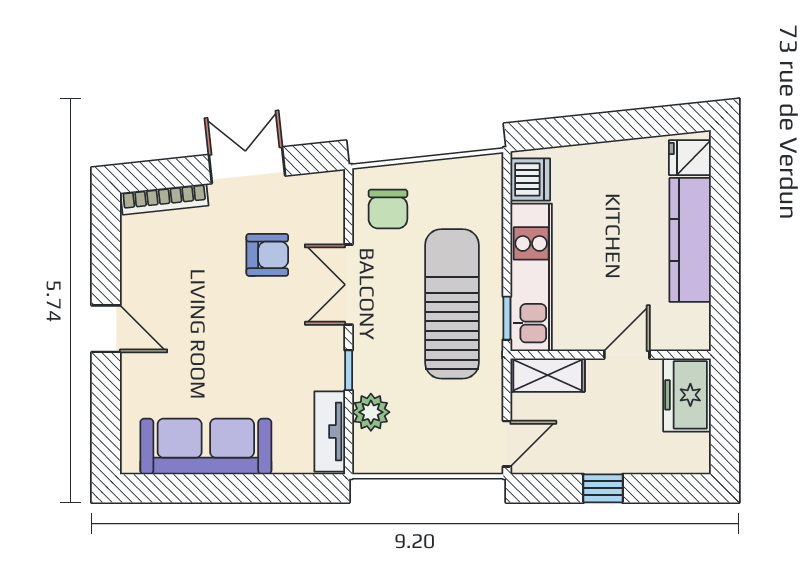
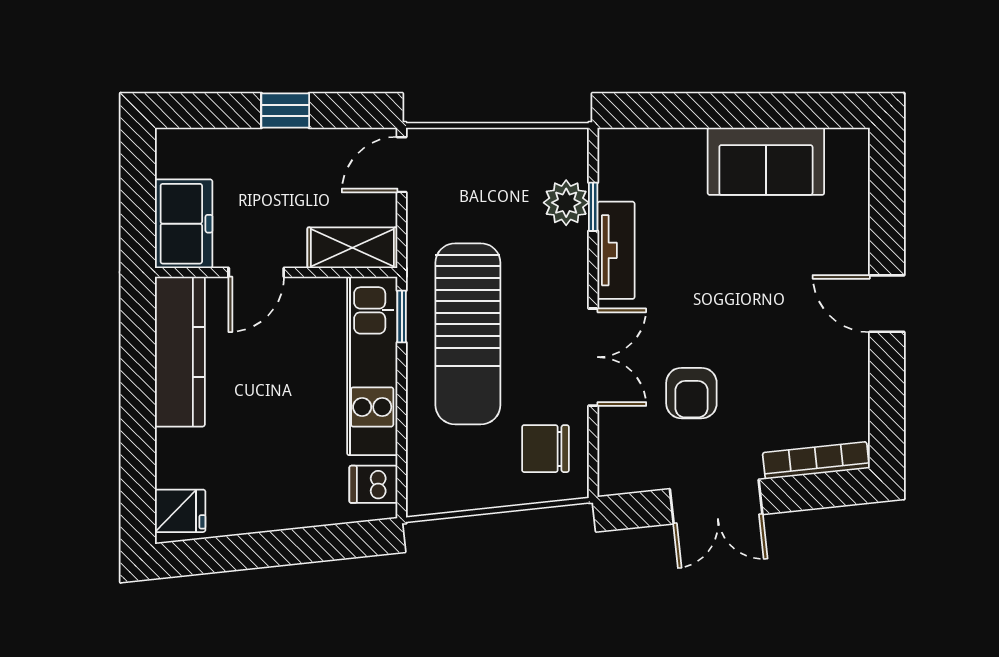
dishwasher: (530, 180) -> (373, 484), width x0.73
chair: (388, 209) -> (545, 449), turned -90
kitchen counter: (690, 240) -> (180, 352), moved
armchair: (267, 255) -> (691, 393), turned -90
window: (349, 370) -> (593, 207), moved
tv unit: (330, 432) -> (616, 250), moved
sofa: (206, 446) -> (766, 161), width x0.73

